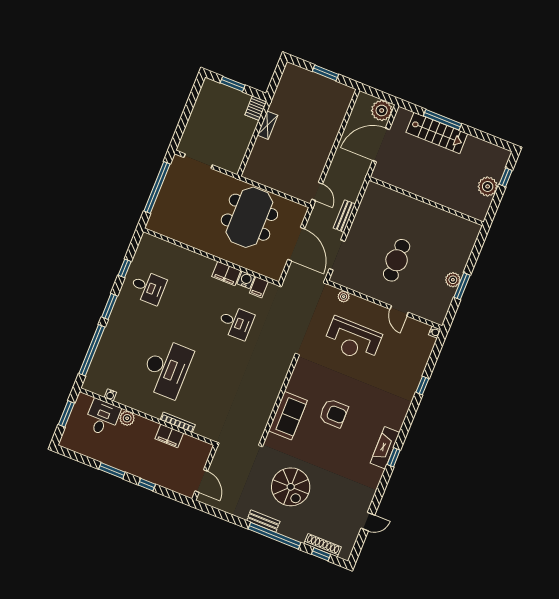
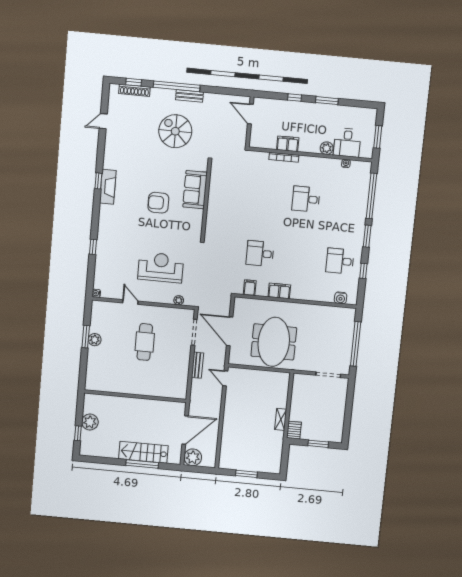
water cooler: (246, 280) -> (341, 298), moved
desk: (166, 368) -> (306, 199), width x0.53, depth x0.77

